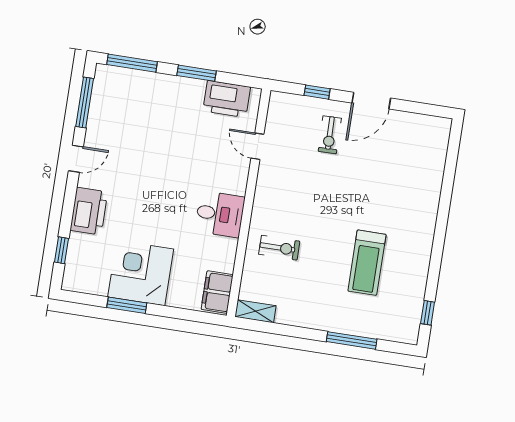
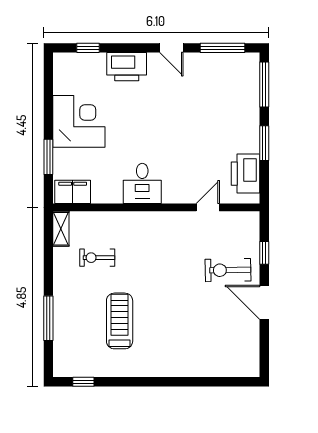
exercise bike: (330, 135) -> (228, 270), width x1.38, depth x1.39
exercise bike: (279, 248) -> (97, 258), moved, turned 90
treadmill: (367, 263) -> (120, 321), turned 90
window: (127, 305) -> (48, 157), moved

